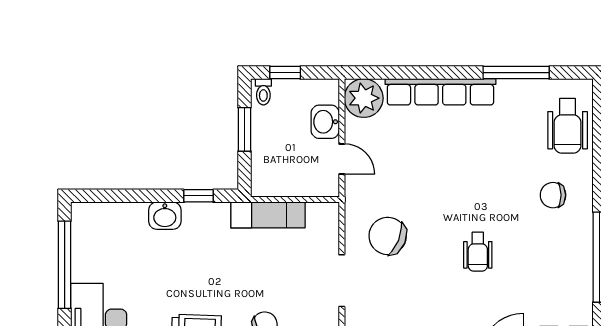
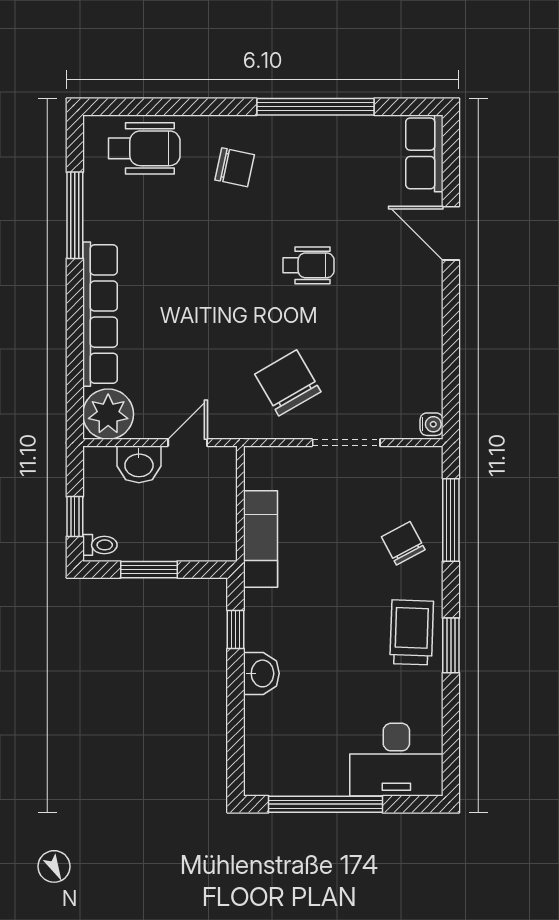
chair: (553, 195) -> (235, 167), turned -78
chair: (388, 236) -> (288, 383), turned 128

